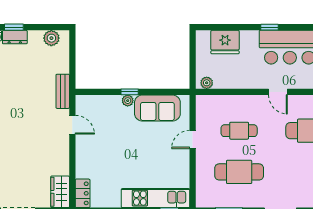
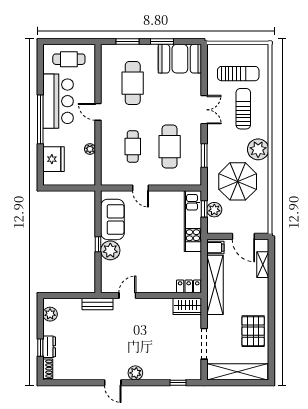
window: (270, 27) -> (40, 119), width x3.17
plant: (207, 83) -> (90, 149), moved
door: (278, 92) -> (98, 112), swing flipped
plant: (128, 101) -> (110, 250), width x1.88, depth x1.88

